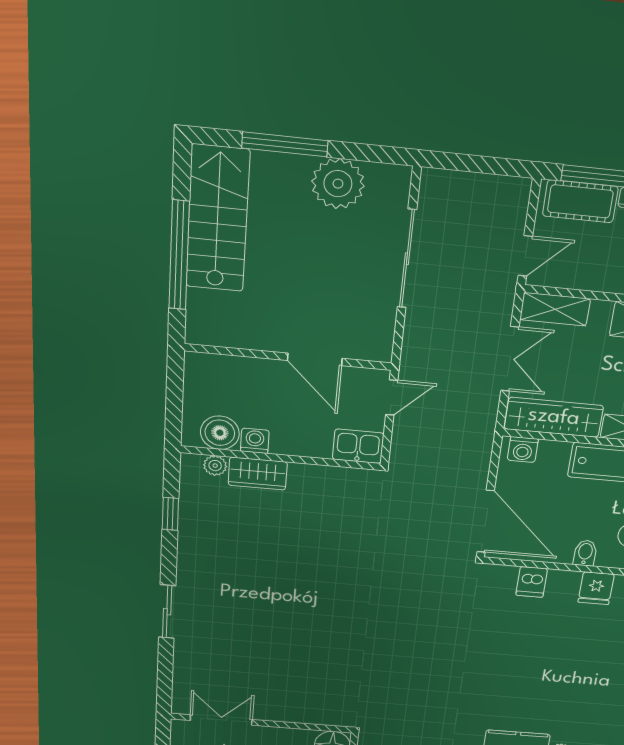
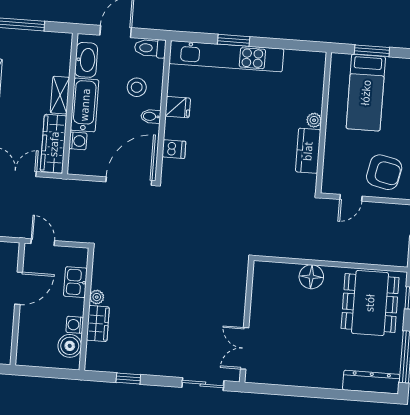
kitchen sink: (358, 446) -> (75, 282), moved
washing machine: (523, 450) -> (78, 141), moved
plant: (215, 466) -> (97, 297), moved
double door: (221, 720) -> (245, 348), moved
wall: (261, 723) -> (247, 321), moved

